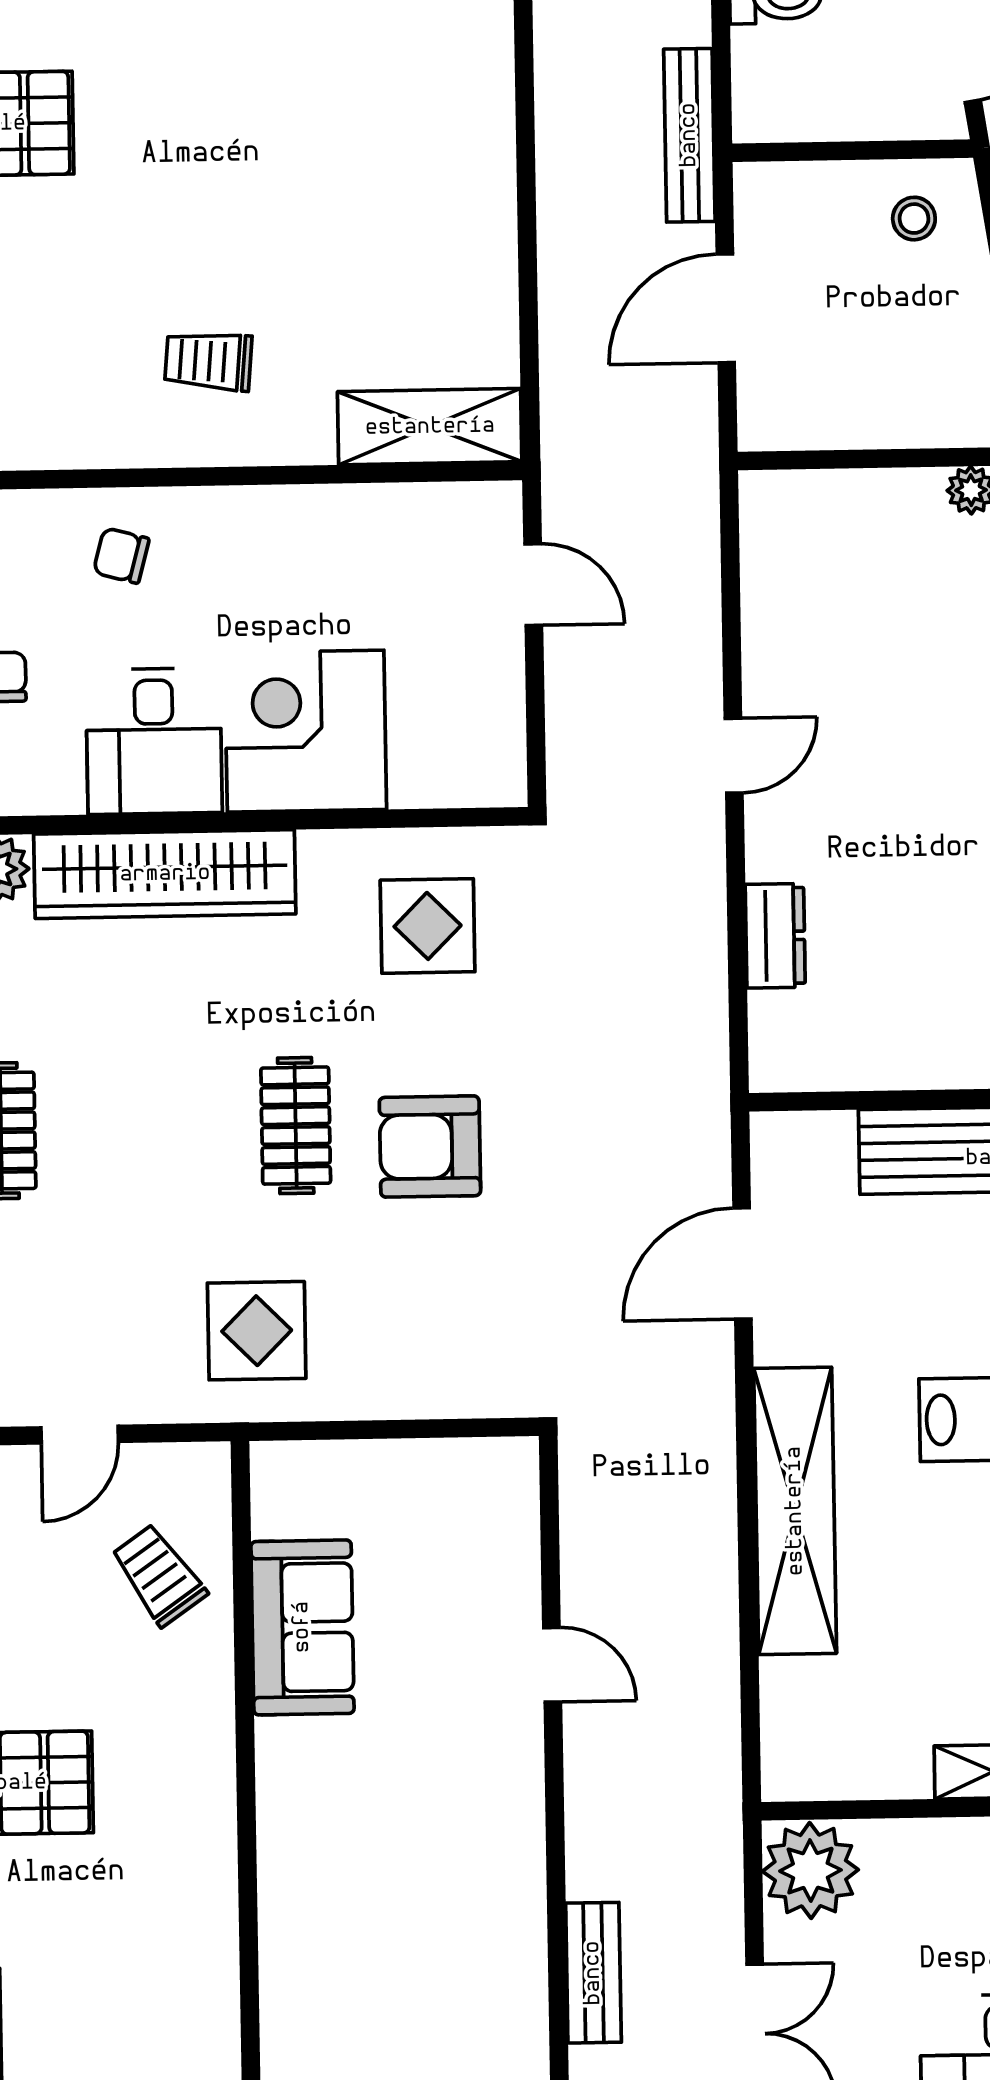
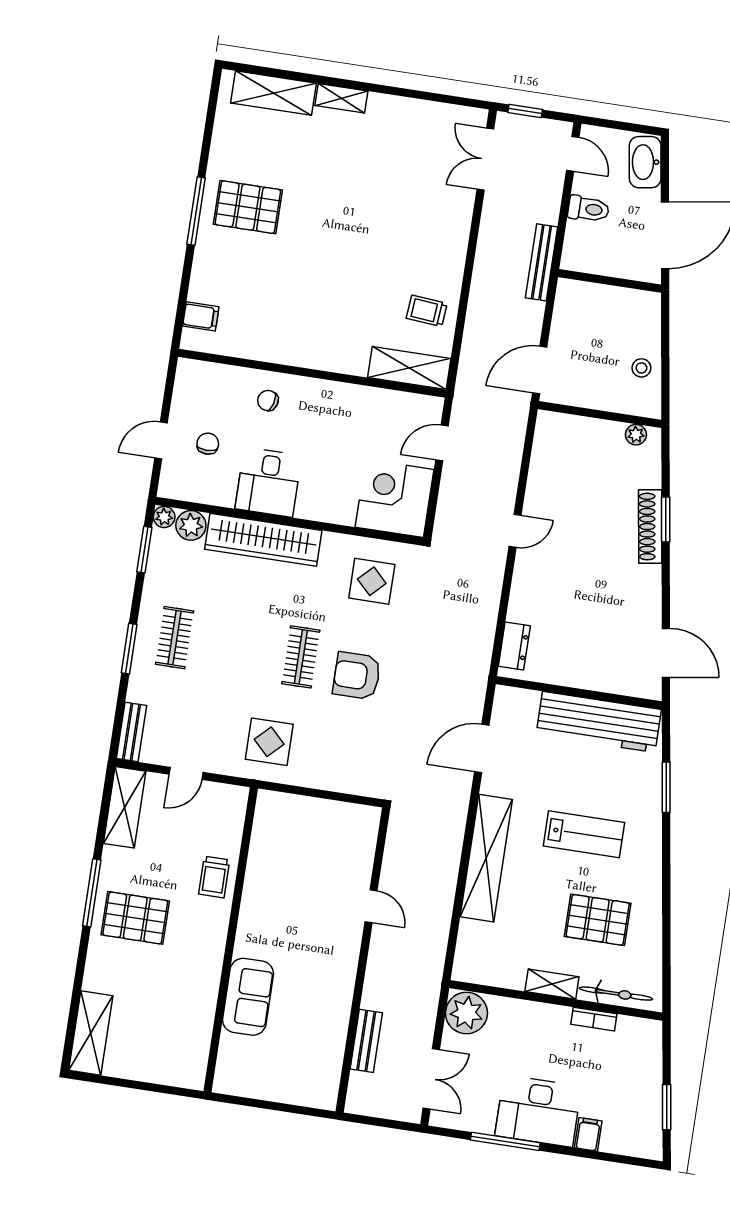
stool: (914, 219) -> (641, 368), moved
door: (726, 308) -> (540, 370), moved
trolley: (208, 361) -> (427, 311), moved
door: (533, 585) -> (442, 443), swing flipped
corner desk: (306, 731) -> (394, 498), moved
dresser: (775, 936) -> (514, 646), moved
trolley: (159, 1575) -> (214, 877), moved, turned -145
sofa: (302, 1627) -> (248, 997), moved

